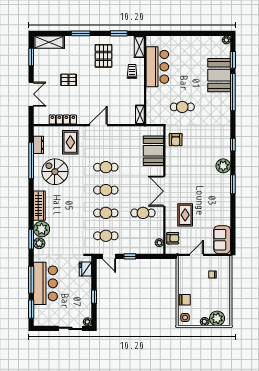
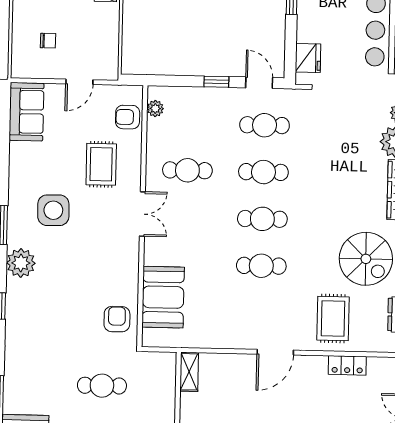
locker: (63, 120) -> (347, 365), width x0.66
double door: (164, 191) -> (142, 214), width x0.73
side table: (208, 192) -> (53, 210), added

